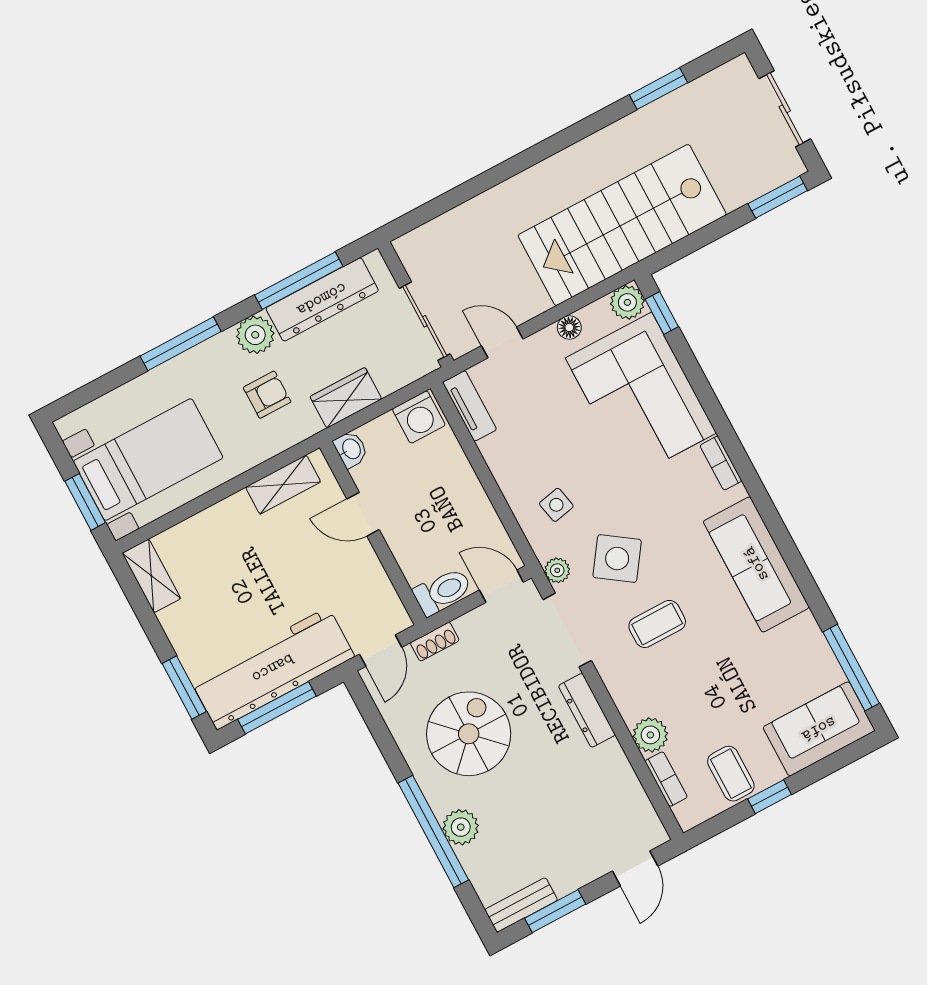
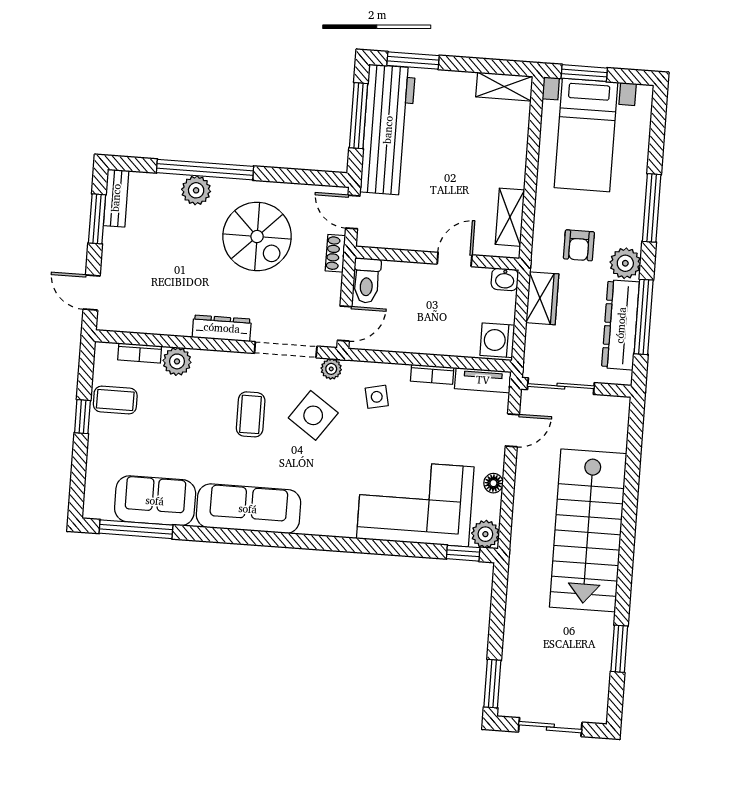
stairs: (622, 225) -> (588, 530), moved, turned 180
bookcase: (721, 463) -> (432, 374), moved, turned 180
sofa: (819, 729) -> (155, 501), moved, turned -90

